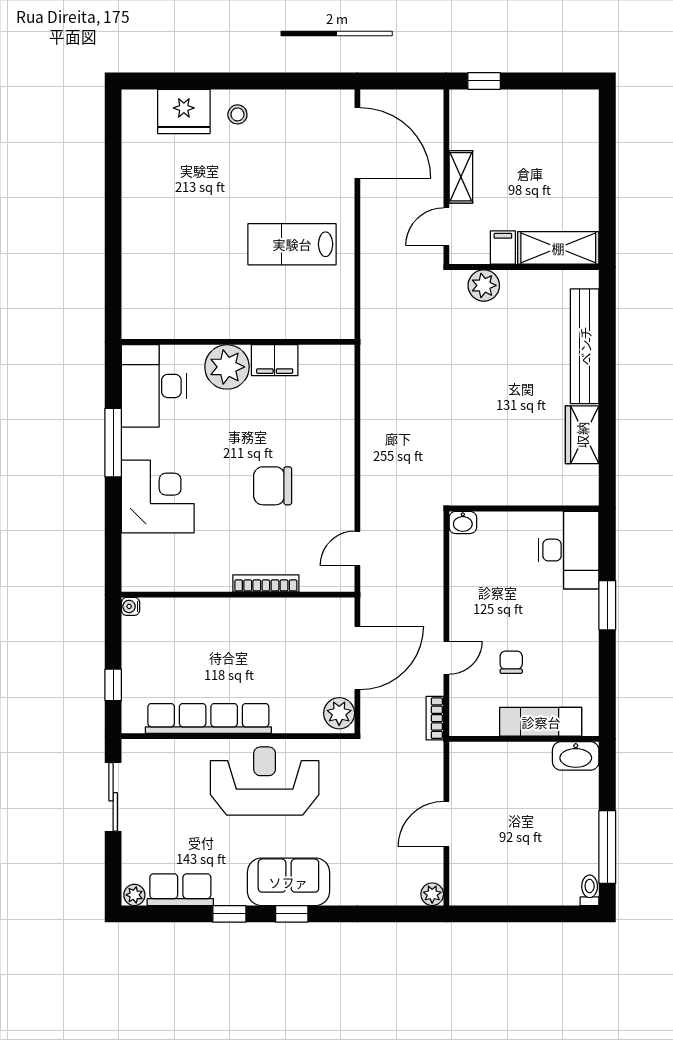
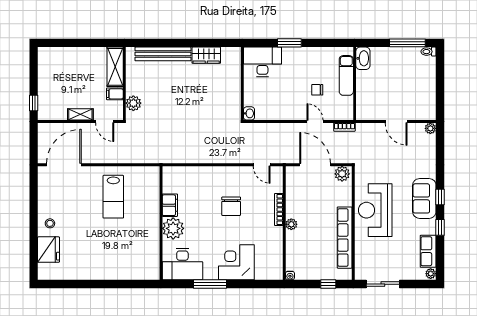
plant: (236, 609) -> (291, 224), added

